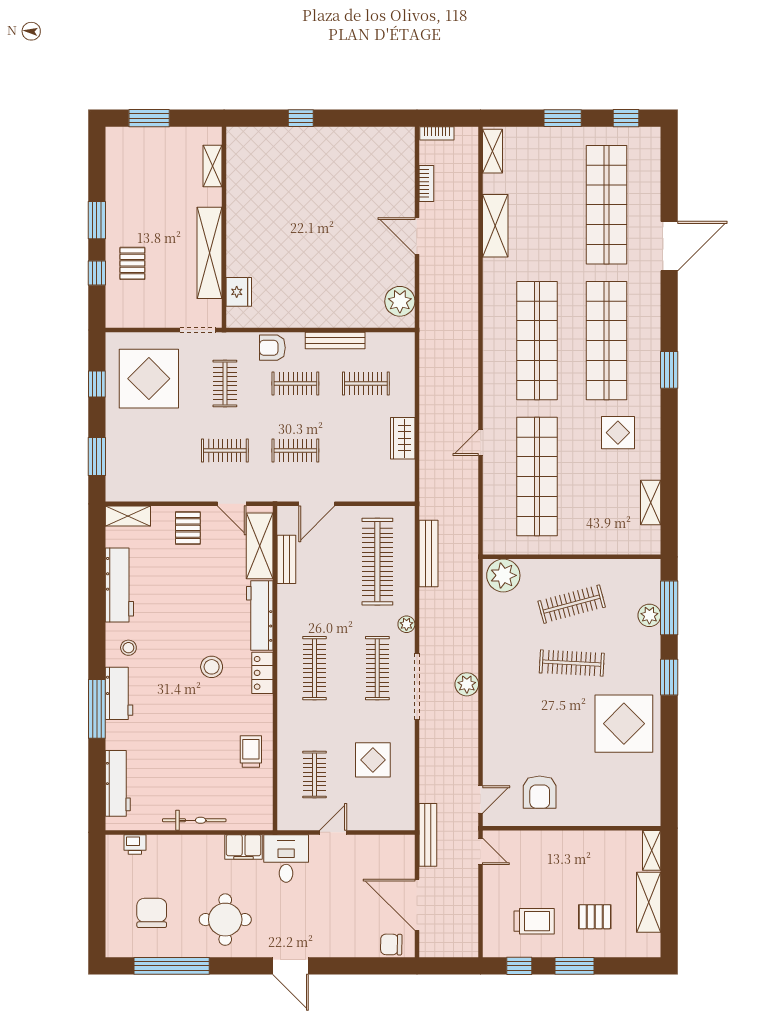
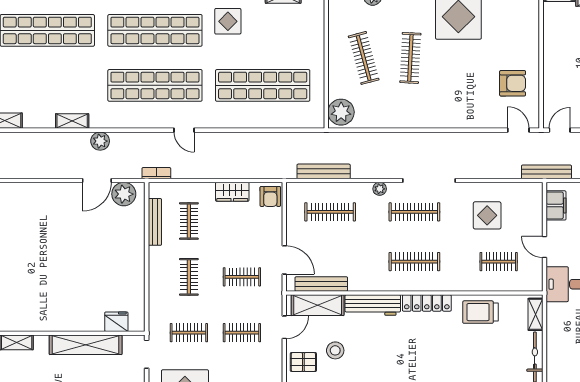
bookcase: (426, 183) -> (156, 173), moved
shelving: (495, 226) -> (72, 121), width x0.67, depth x0.75
door: (417, 236) -> (97, 180), moved
bench: (335, 340) -> (155, 222), moved
armchair: (272, 348) -> (270, 196), moved
door: (481, 443) -> (184, 130), moved
clothes rail: (225, 450) -> (242, 333), turned 90
clothes rail: (295, 450) -> (242, 277), turned 90
bench: (286, 559) -> (321, 284), width x1.36
clothes rail: (377, 562) -> (330, 212), width x0.73, depth x0.76
stool: (212, 667) -> (335, 350), moved
locker: (262, 673) -> (427, 303), width x1.53
plant: (467, 684) -> (100, 141), moved
trolley: (251, 752) -> (480, 312), width x1.36, depth x1.39
shelving: (248, 821) -> (536, 314), added
filing cabinet: (244, 847) -> (556, 205), moved

